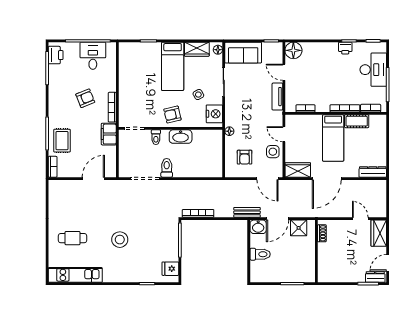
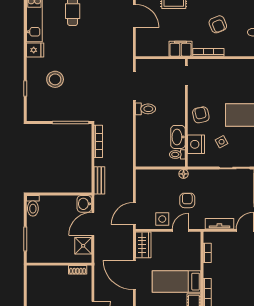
nightstand: (214, 114) -> (196, 144), moved, turned 90
toilet: (156, 137) -> (177, 154), moved
washbasin: (181, 137) -> (178, 137), moved
armchair: (245, 157) -> (187, 200), moved, turned 90
door: (93, 179) -> (134, 16), moved
bench: (247, 212) -> (99, 180), moved
door: (277, 219) -> (93, 224), hinge flipped
stool: (120, 240) -> (55, 79), moved
toilet: (260, 254) -> (33, 206), moved
fridge: (170, 269) -> (35, 50), moved, turned 90

